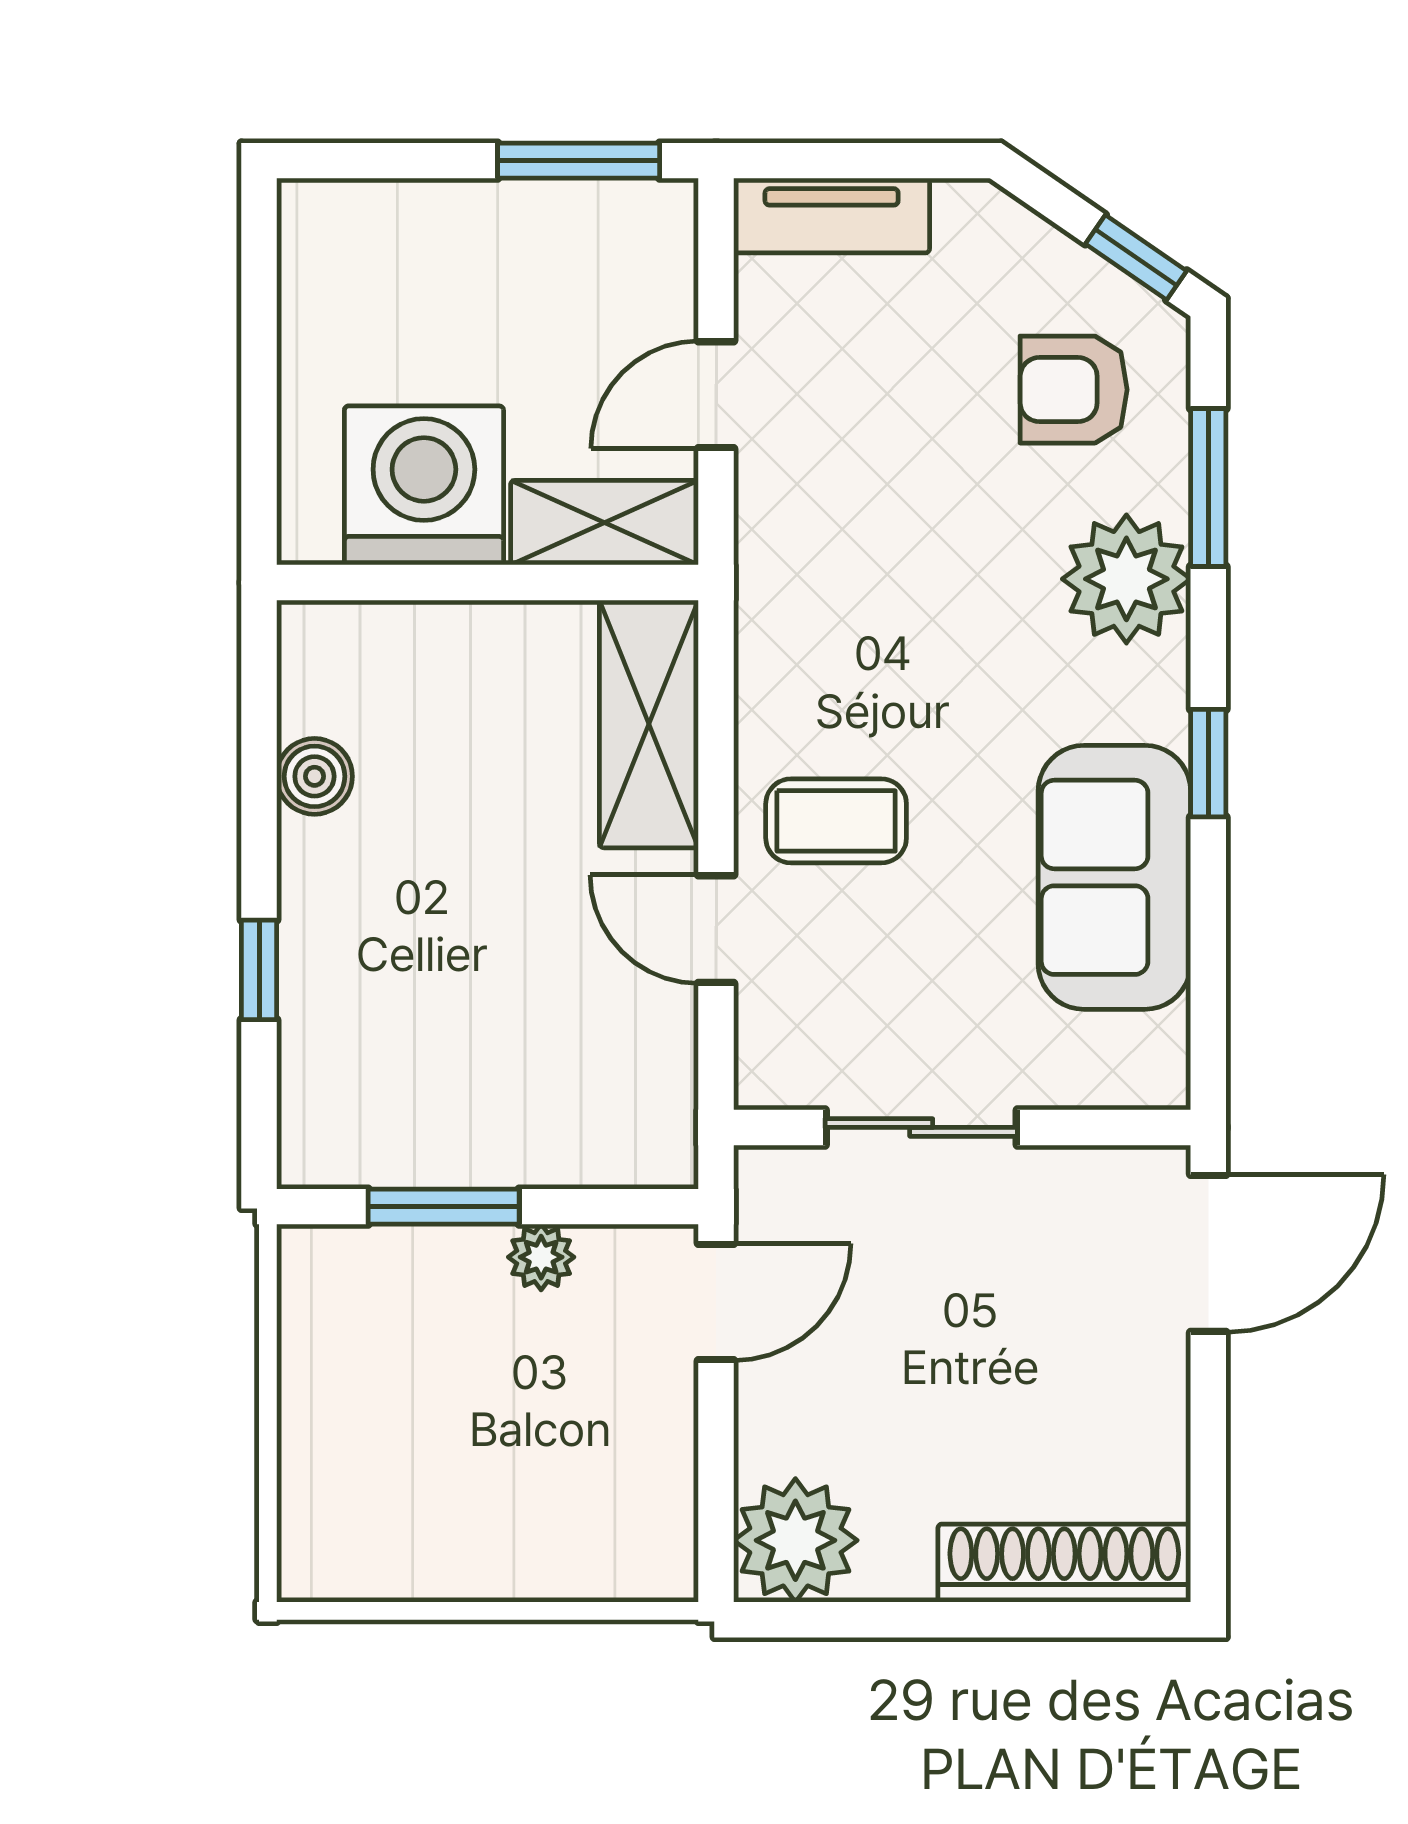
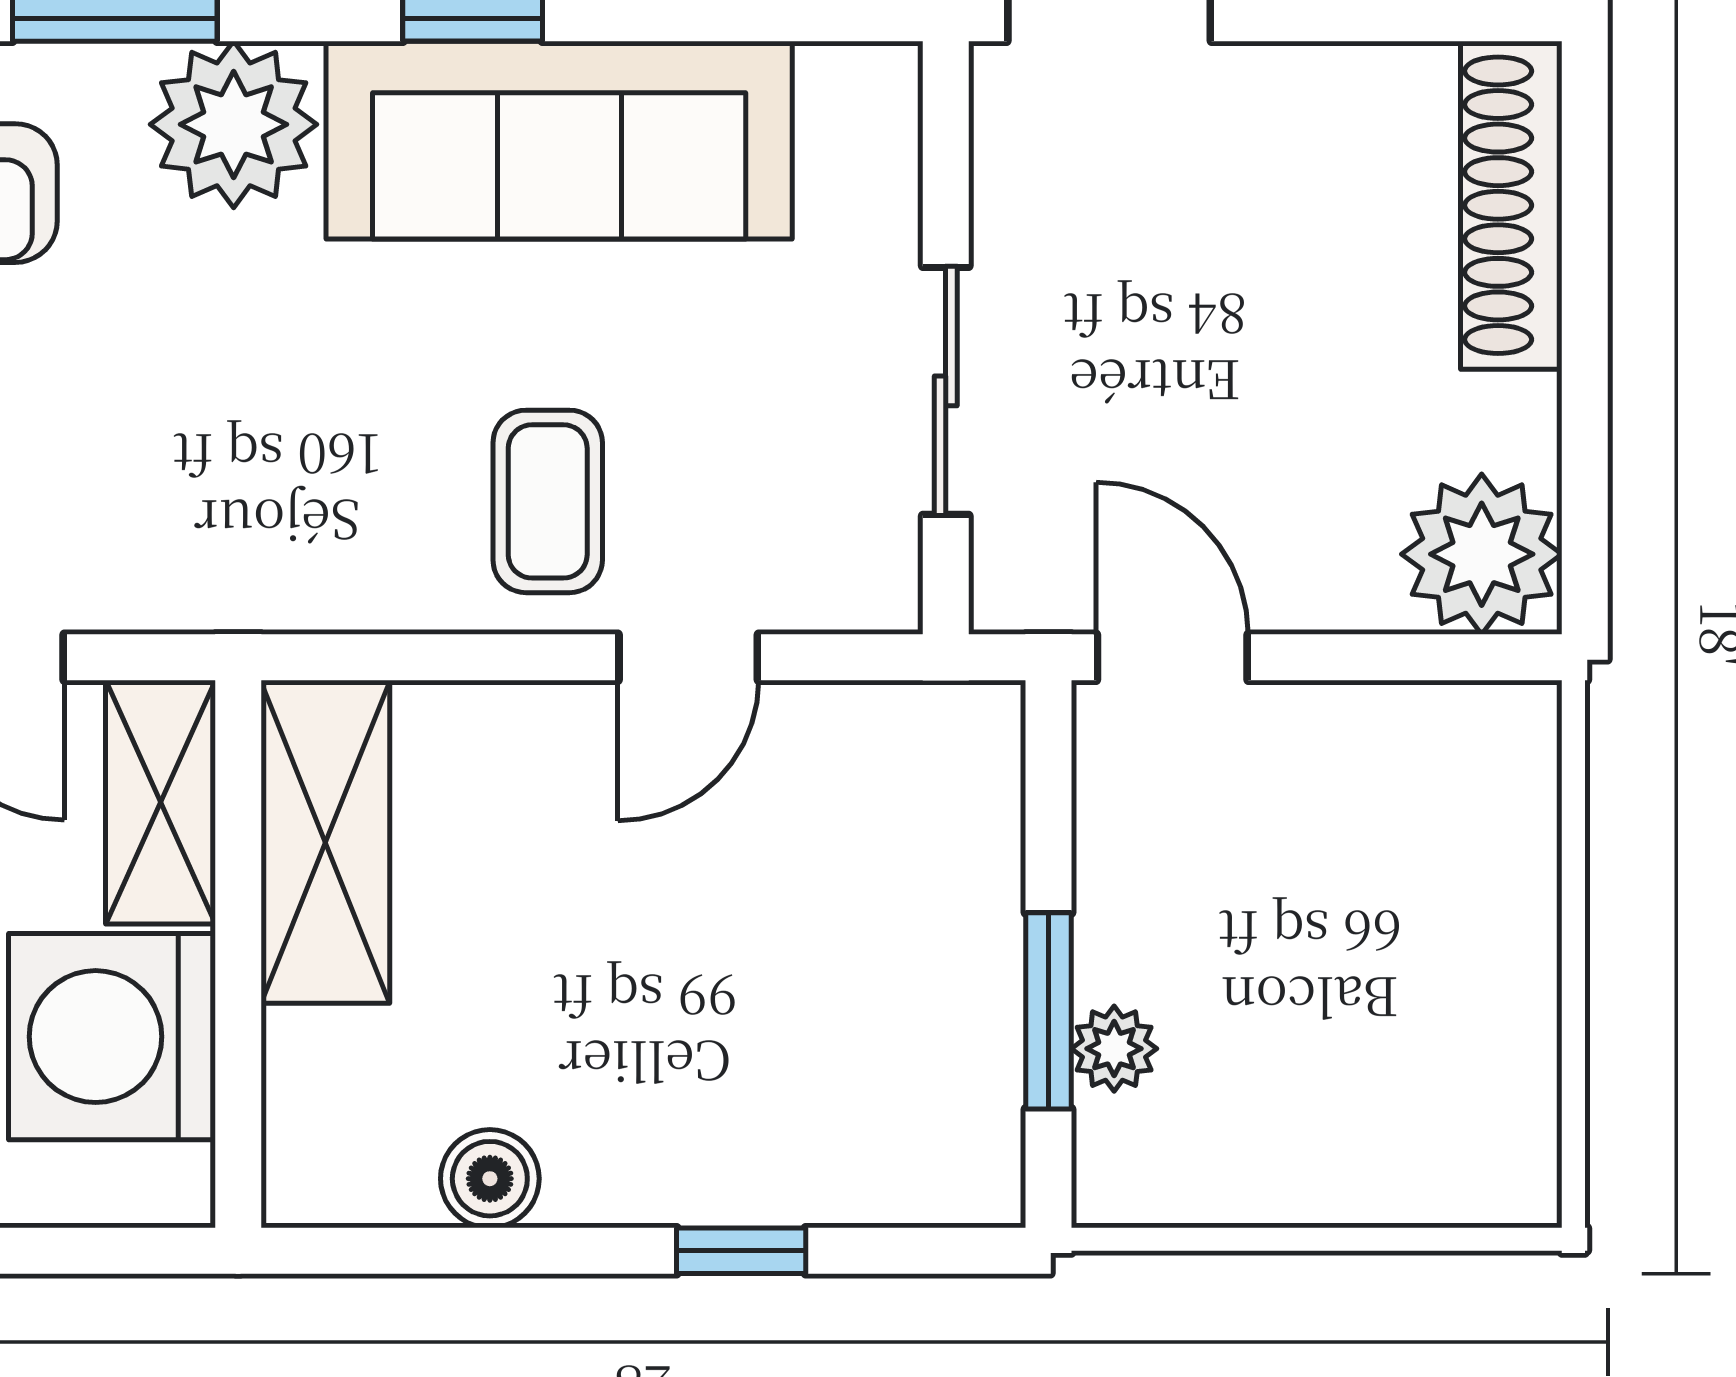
shelving: (649, 724) -> (325, 843), moved, turned 90
sofa: (1114, 877) -> (559, 140), width x1.36
plant: (541, 1257) -> (1114, 1049), moved

